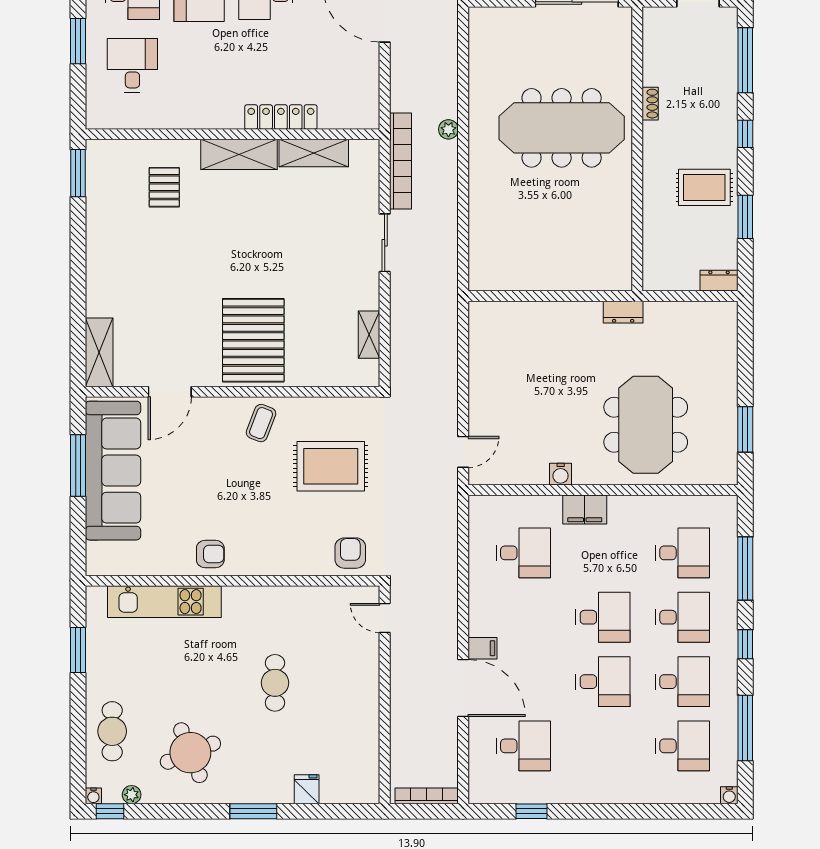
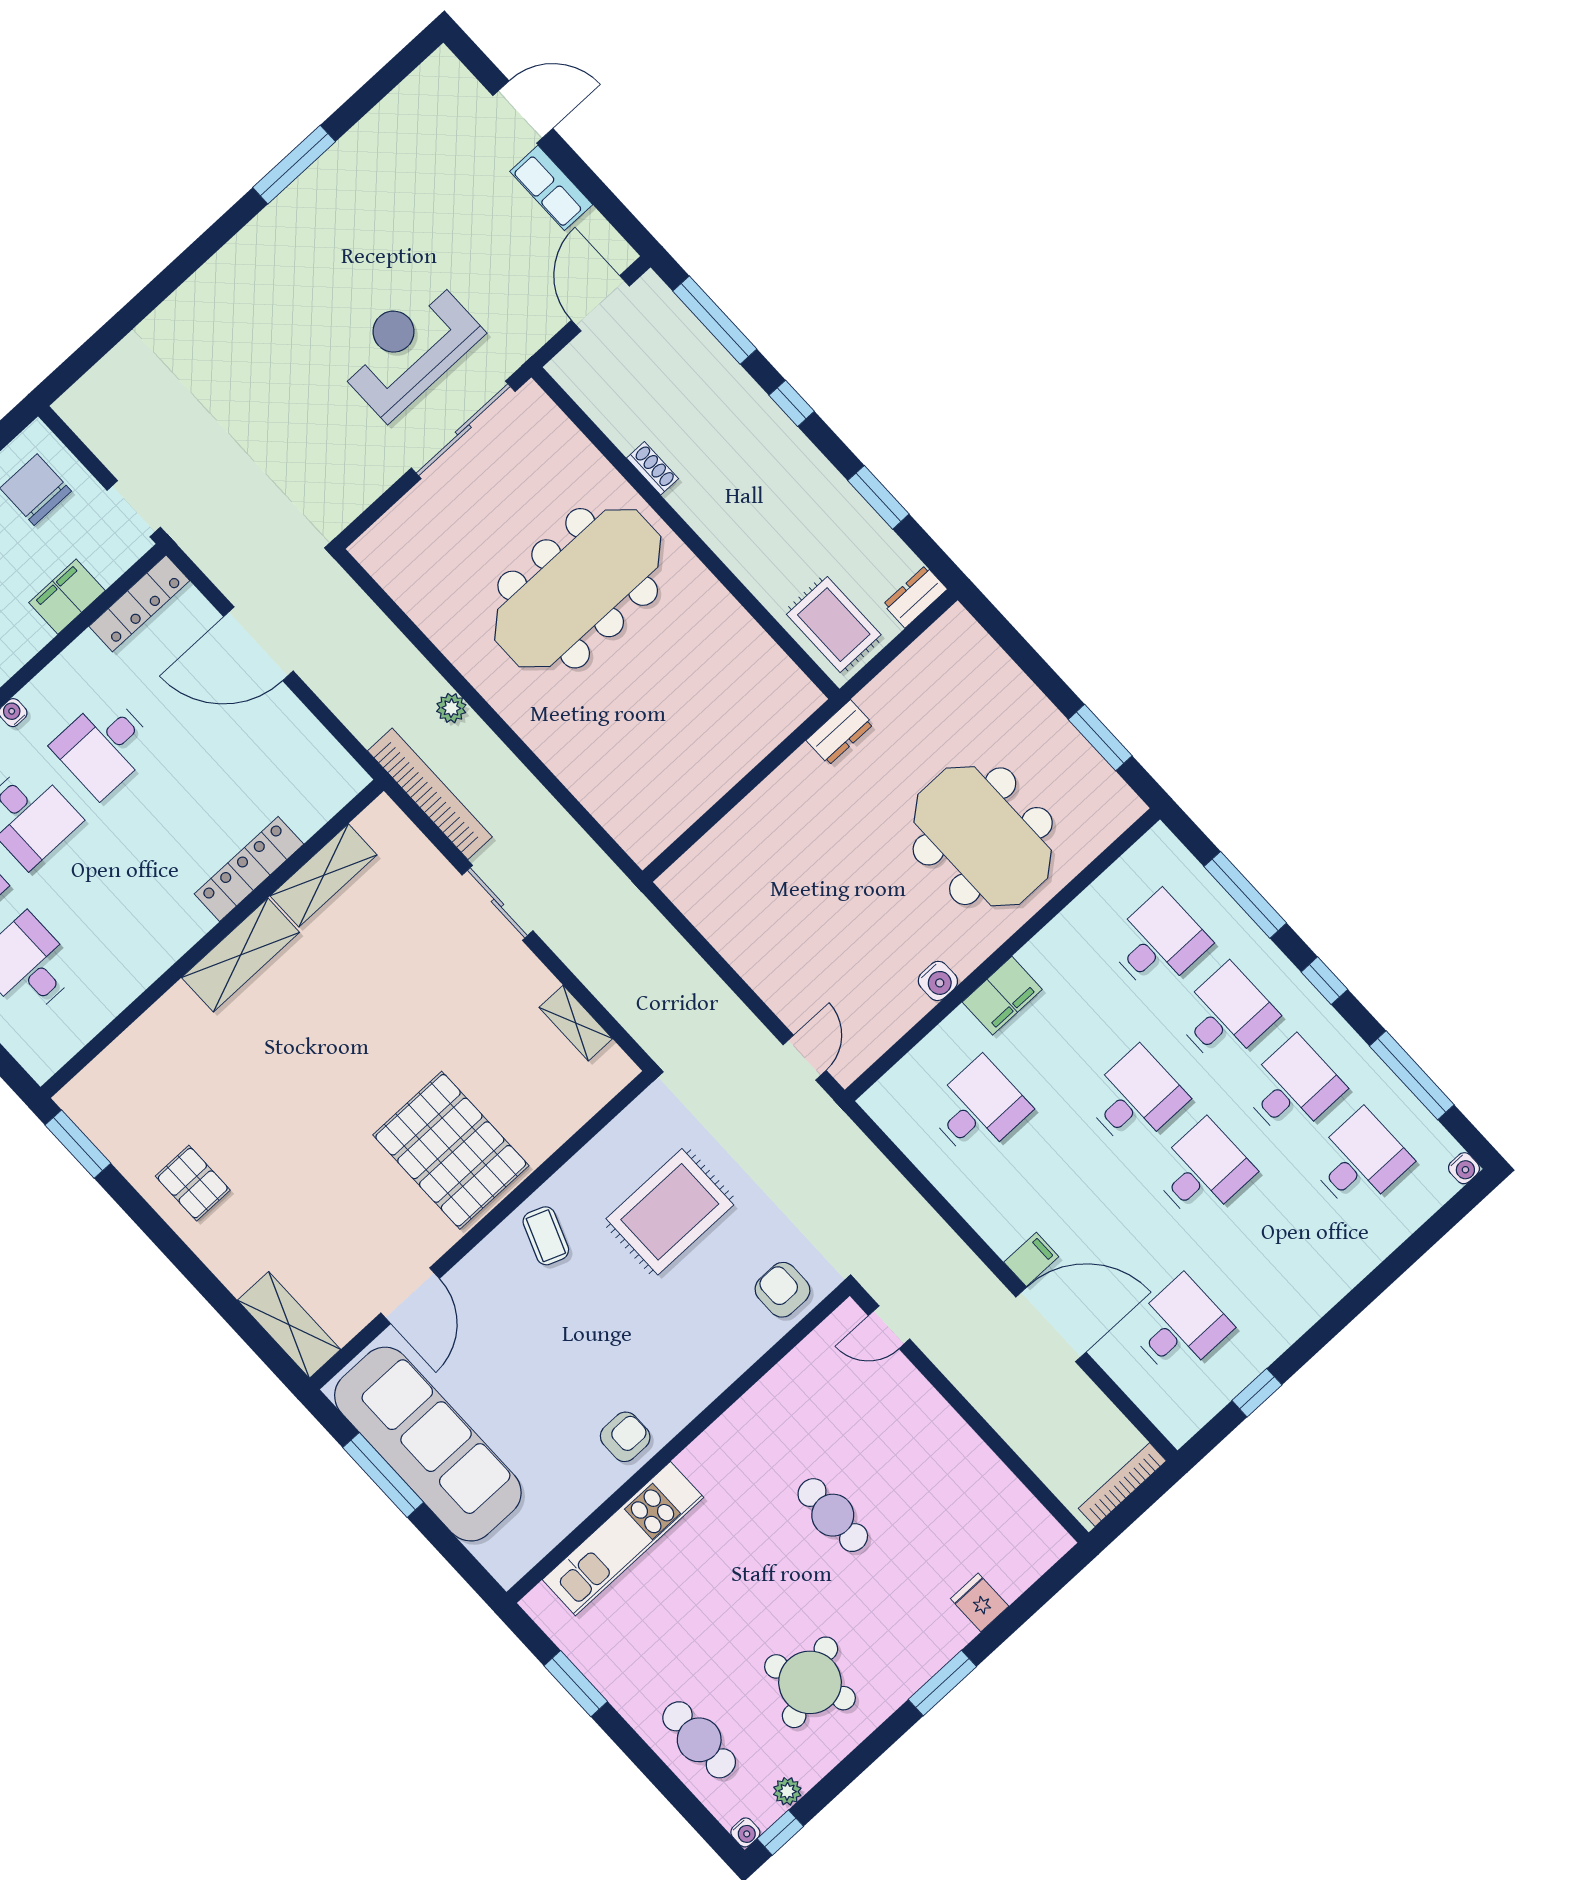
pallet: (164, 187) -> (193, 1183), moved
rug: (704, 187) -> (834, 625), moved, turned 90

